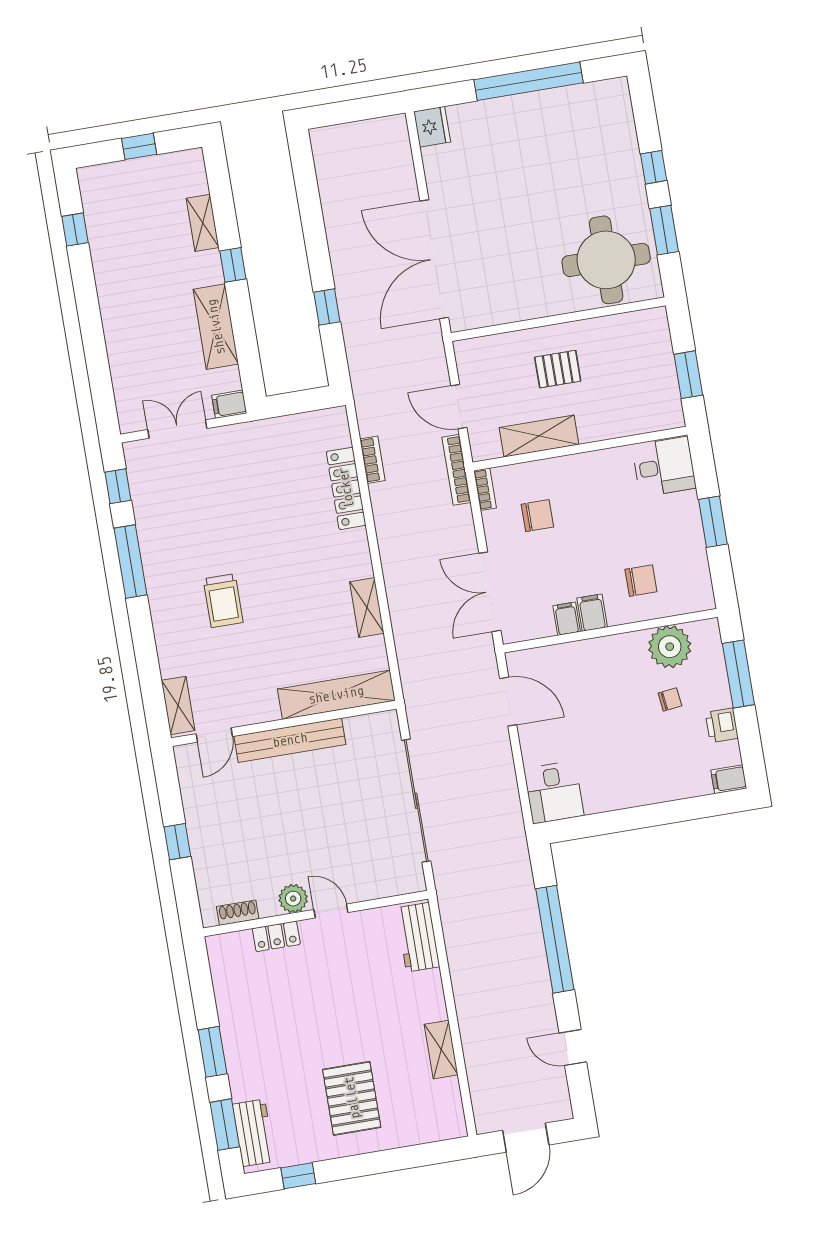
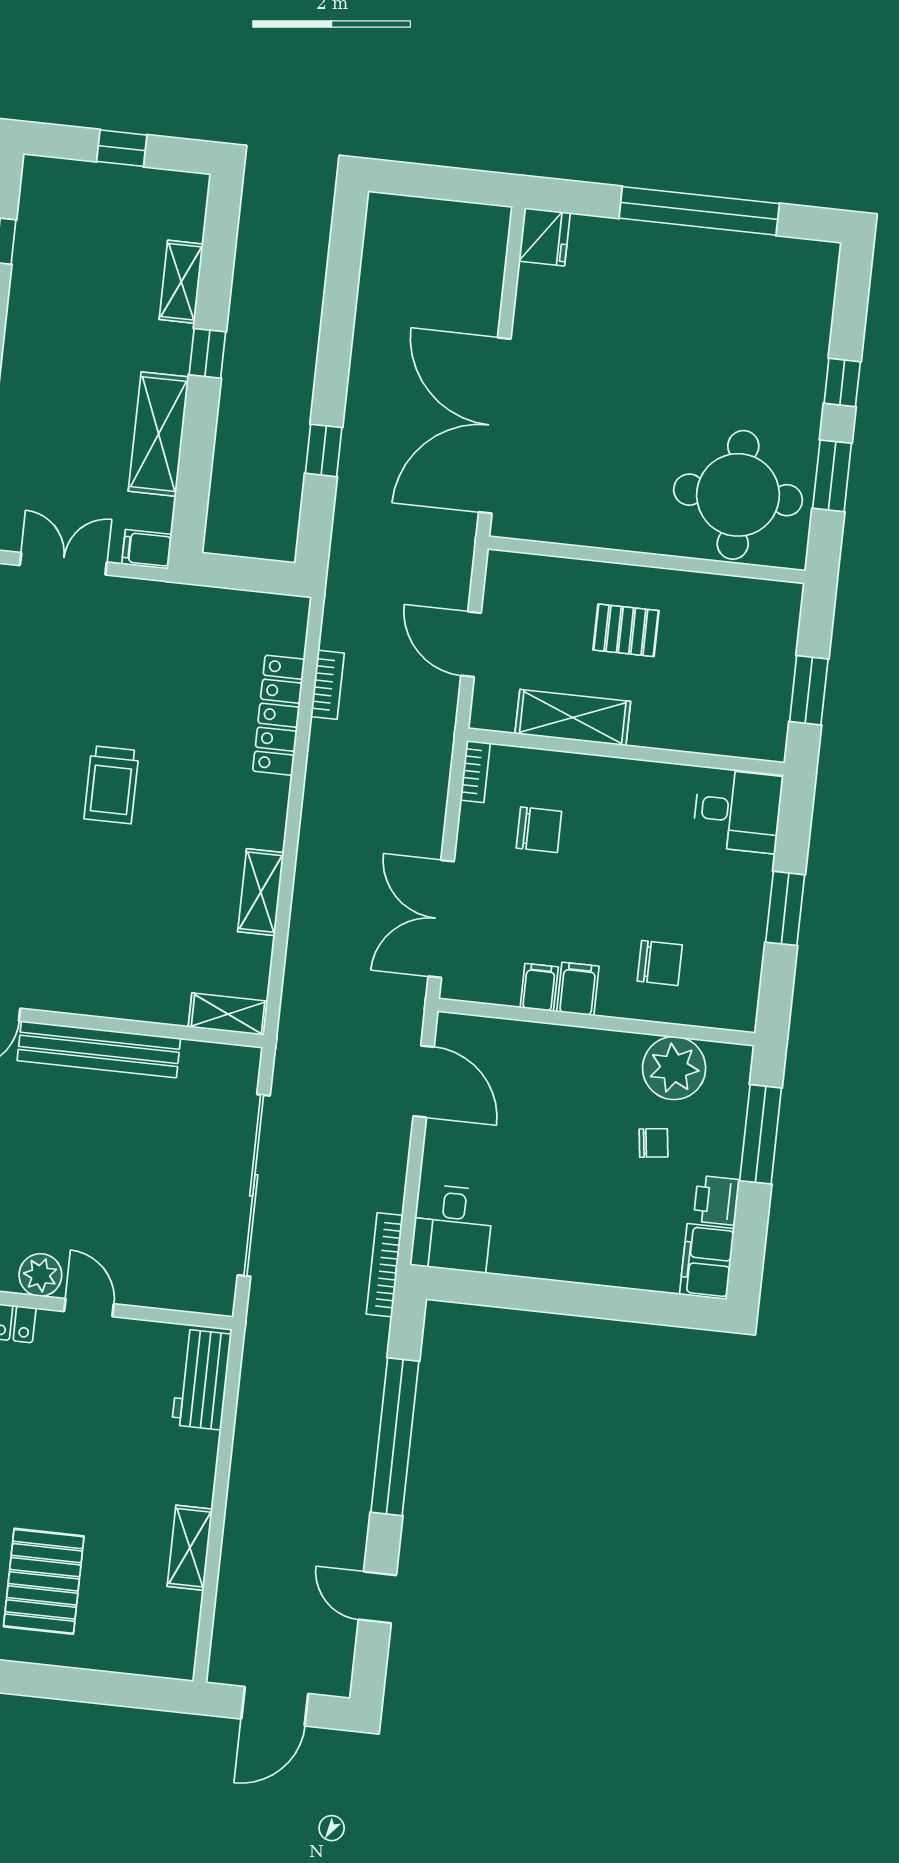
bookcase: (456, 470) -> (385, 1265), moved
trolley: (223, 601) -> (112, 785), moved
shelving: (336, 695) -> (228, 1014), width x0.45, depth x0.75
filing cabinet: (729, 779) -> (707, 1262), width x2.00

